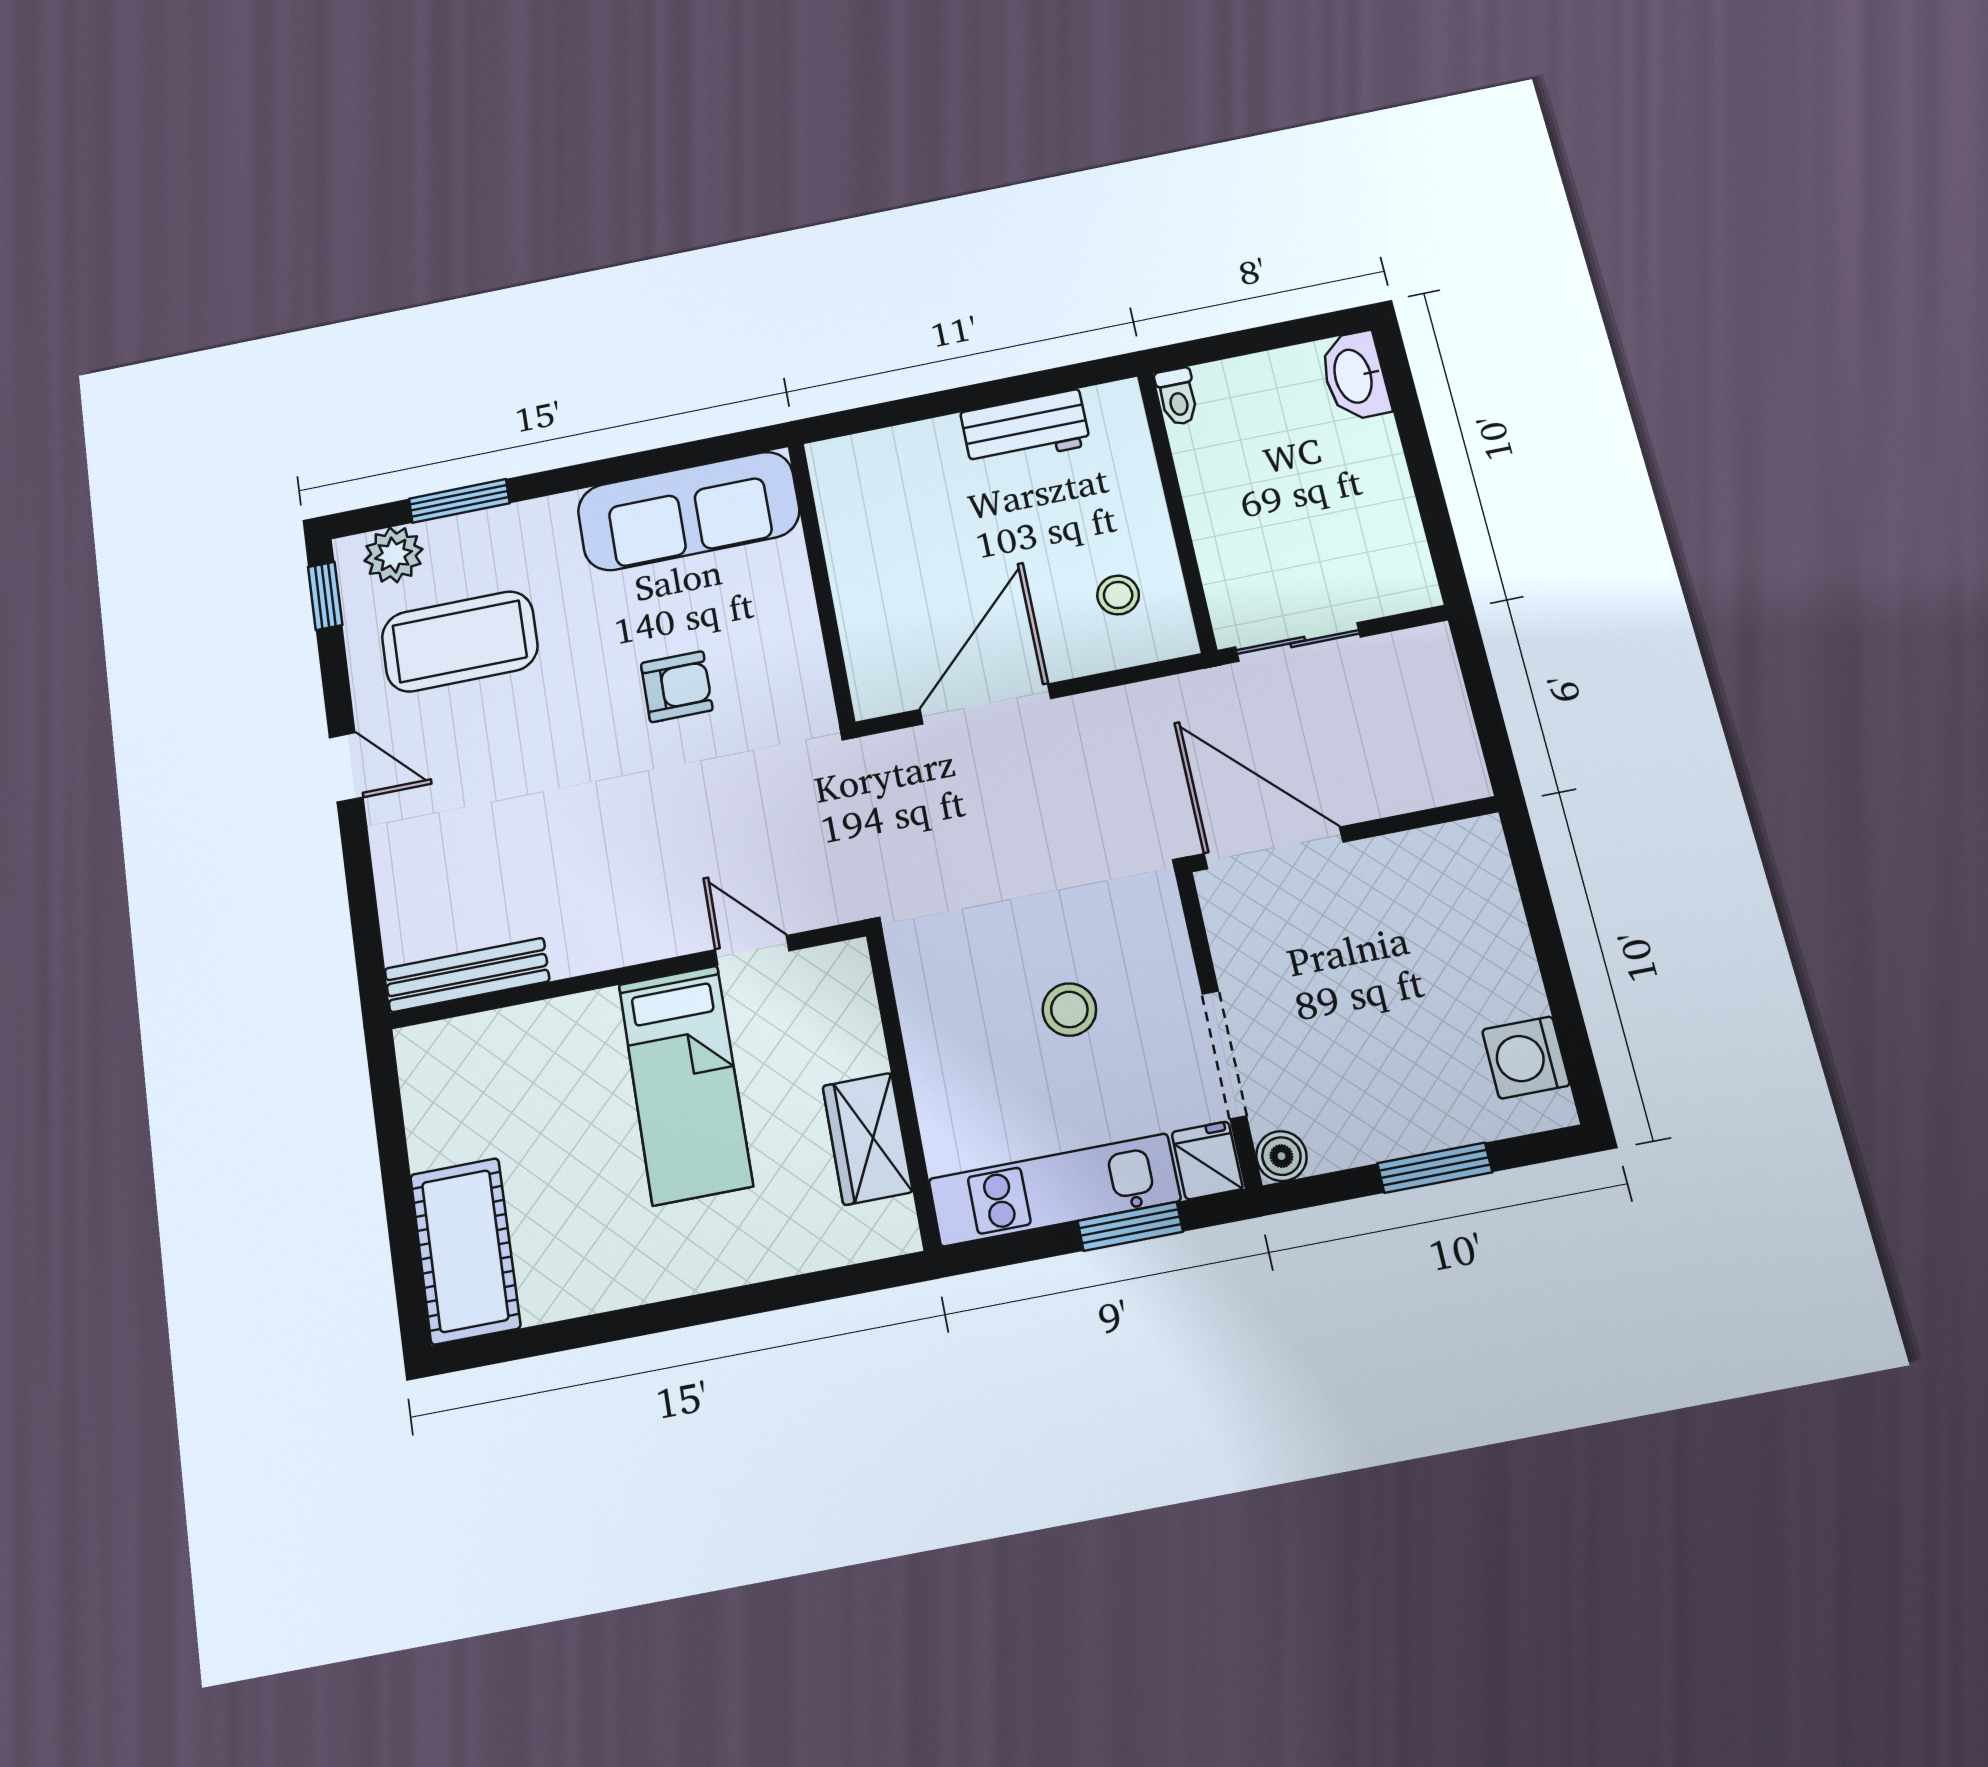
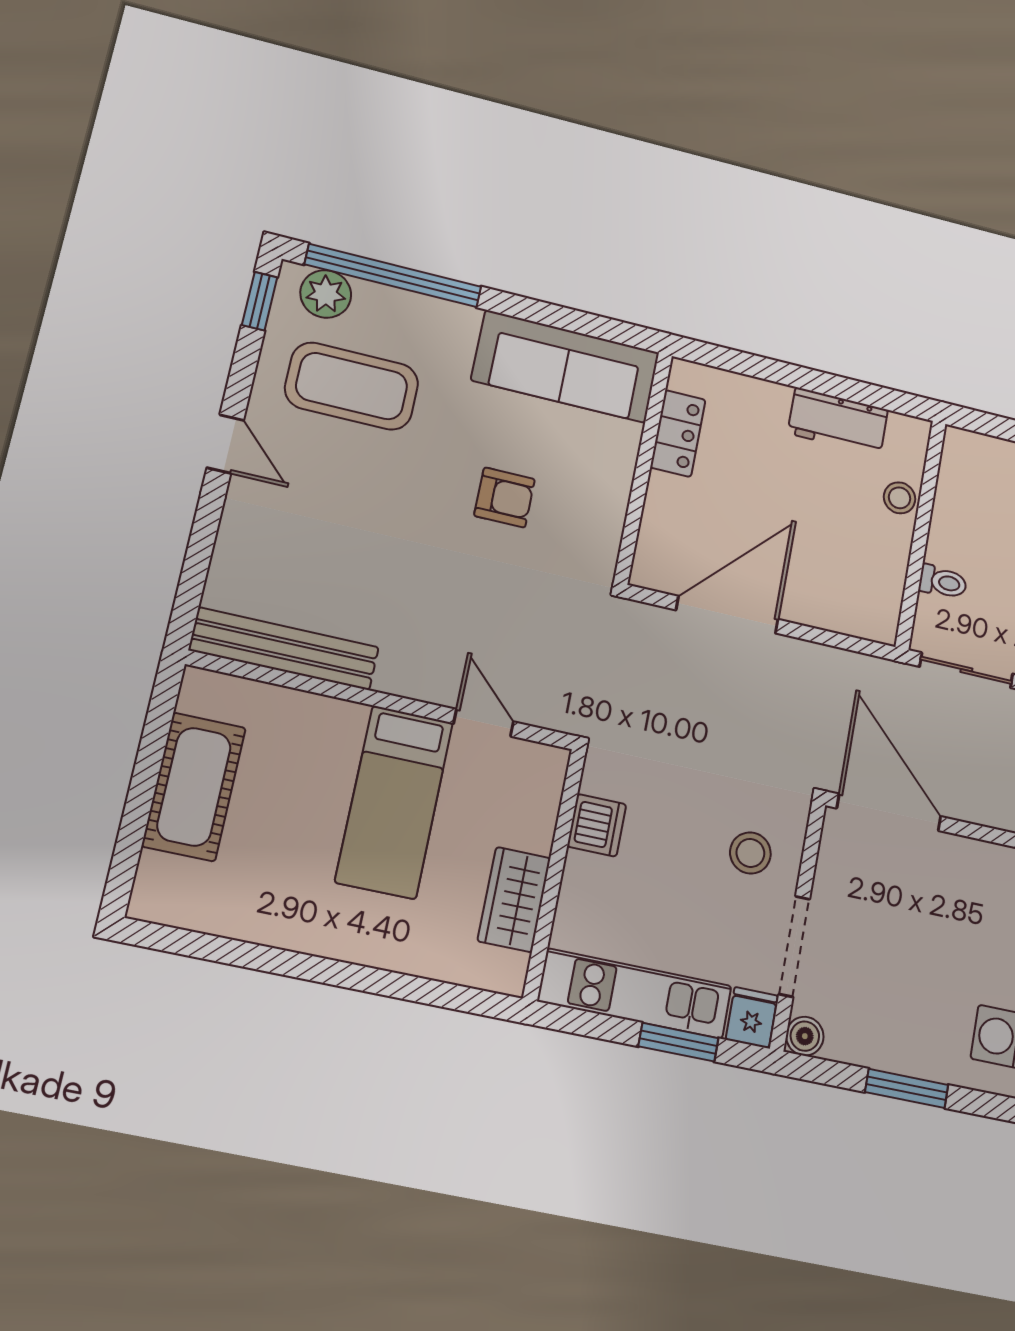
toilet: (1177, 396) -> (943, 582), moved, turned -90
window: (459, 501) -> (393, 276), width x2.11
locker: (845, 526) -> (678, 433), added
stool: (1118, 595) -> (900, 498), moved
bench: (467, 975) -> (284, 649), width x1.37, depth x1.21
stool: (1069, 1010) -> (750, 853), moved
dishwasher: (930, 1012) -> (597, 825), added
cot: (465, 1251) -> (194, 787), moved

